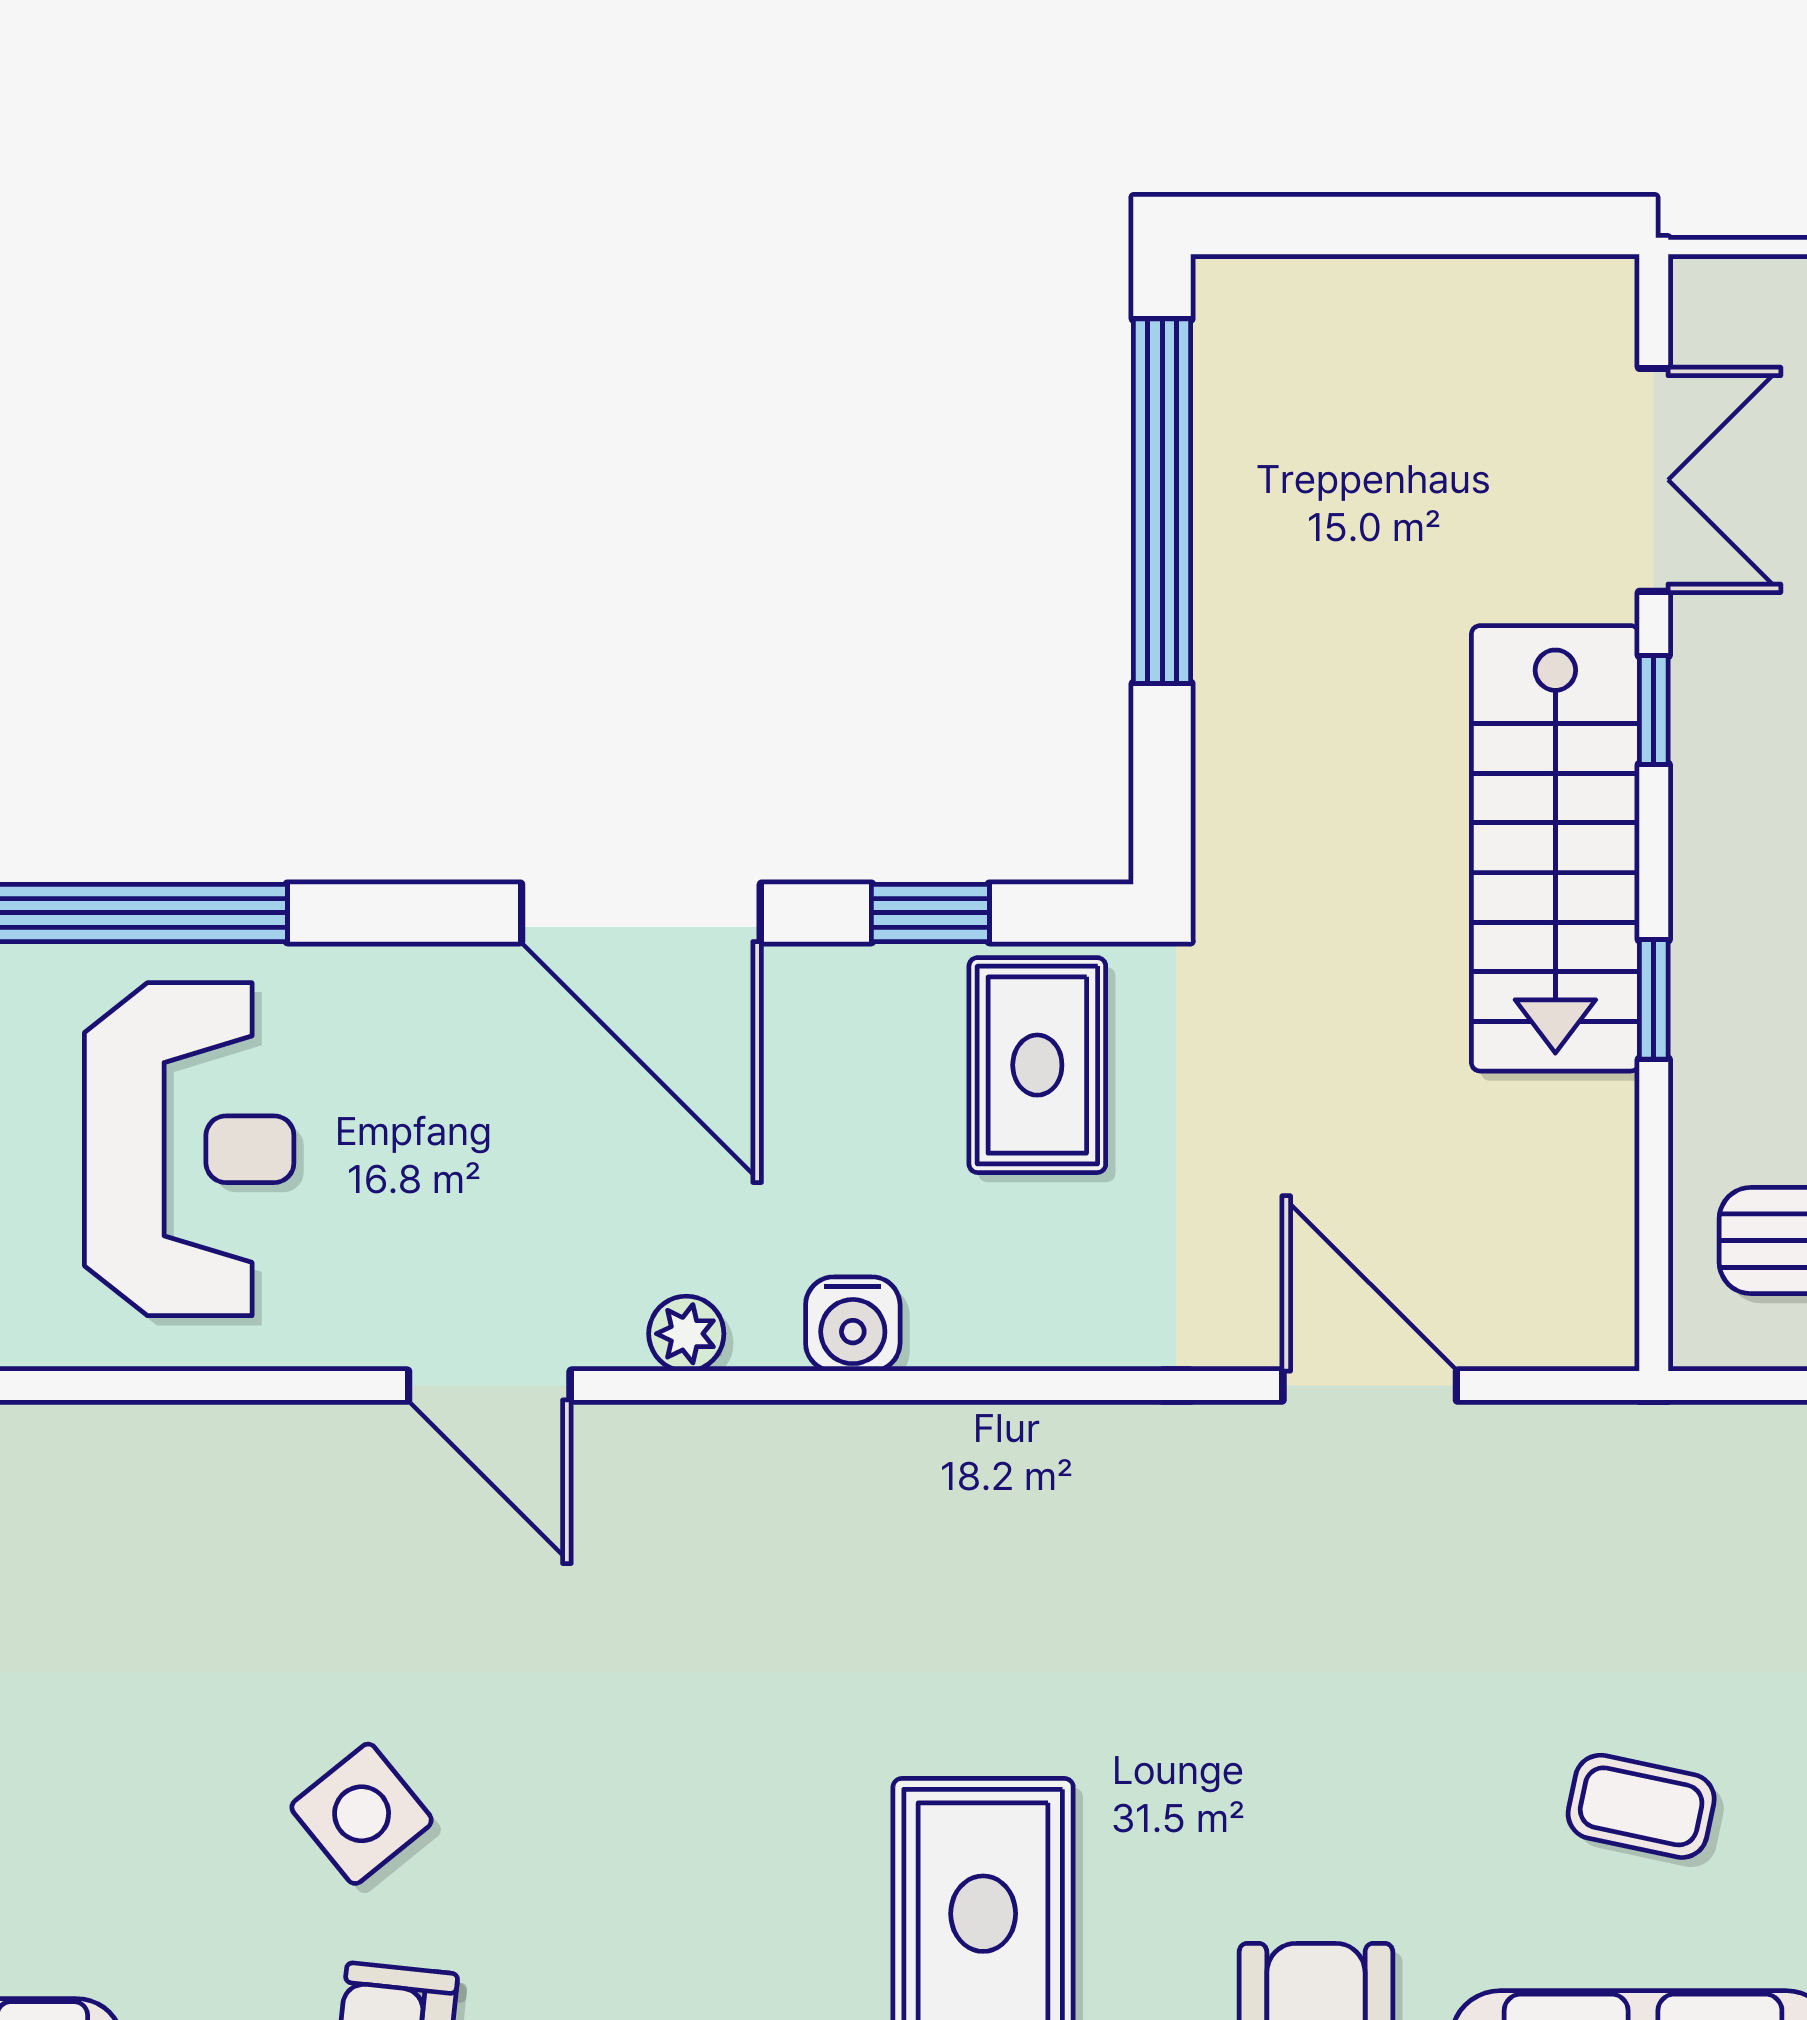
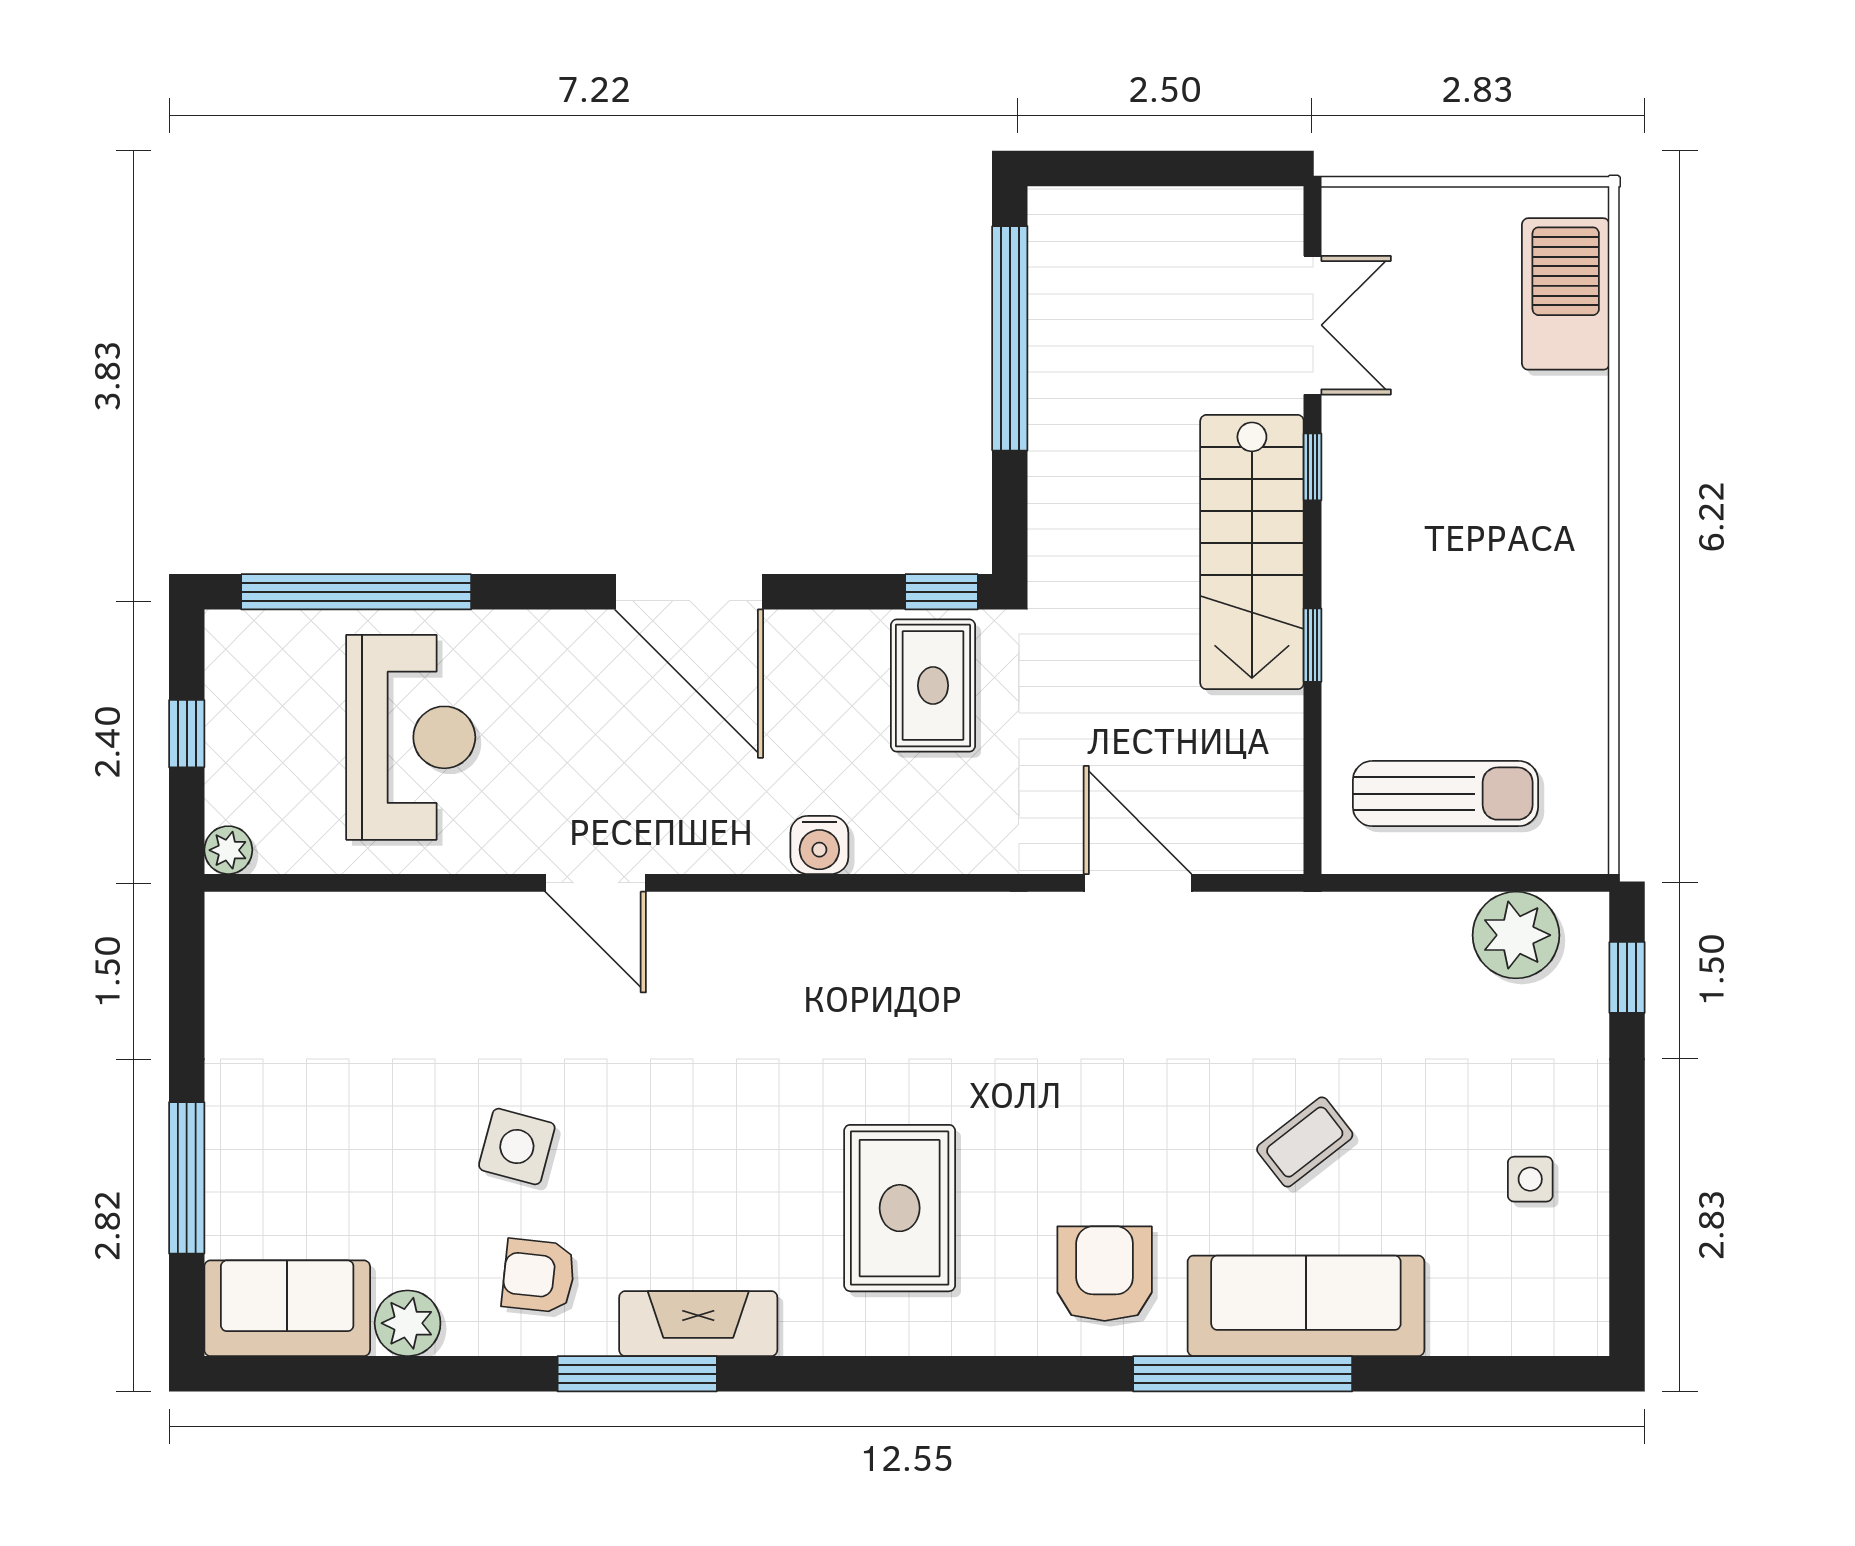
window: (930, 913) -> (942, 592), moved
plant: (686, 1334) -> (717, 851), removed
coffee table: (1641, 1806) -> (1305, 1142), turned -50
side table: (362, 1814) -> (517, 1147), turned -36

